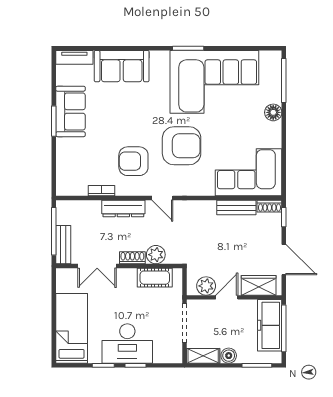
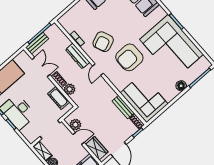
armchair: (182, 146) -> (129, 57), turned 90
armchair: (133, 161) -> (103, 42), turned -112
double door: (97, 266) -> (41, 67), swing flipped

